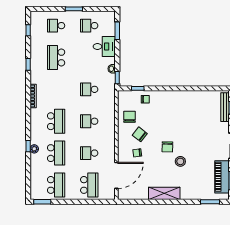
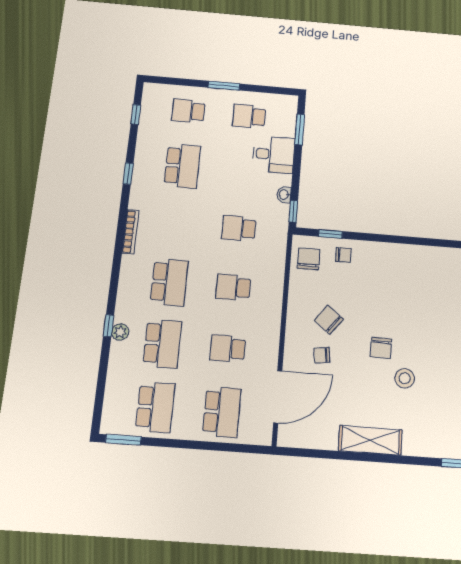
school desk: (56, 57) -> (182, 166), turned 180
chair: (129, 117) -> (309, 259), moved

